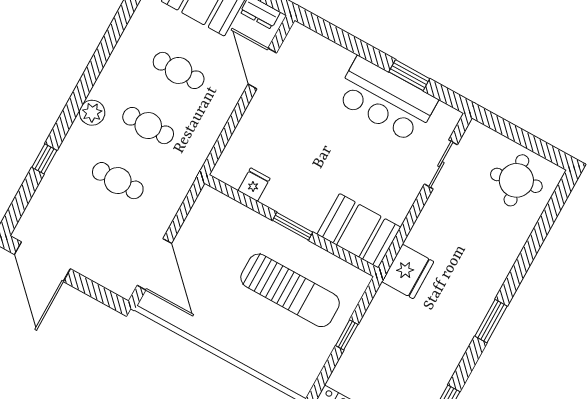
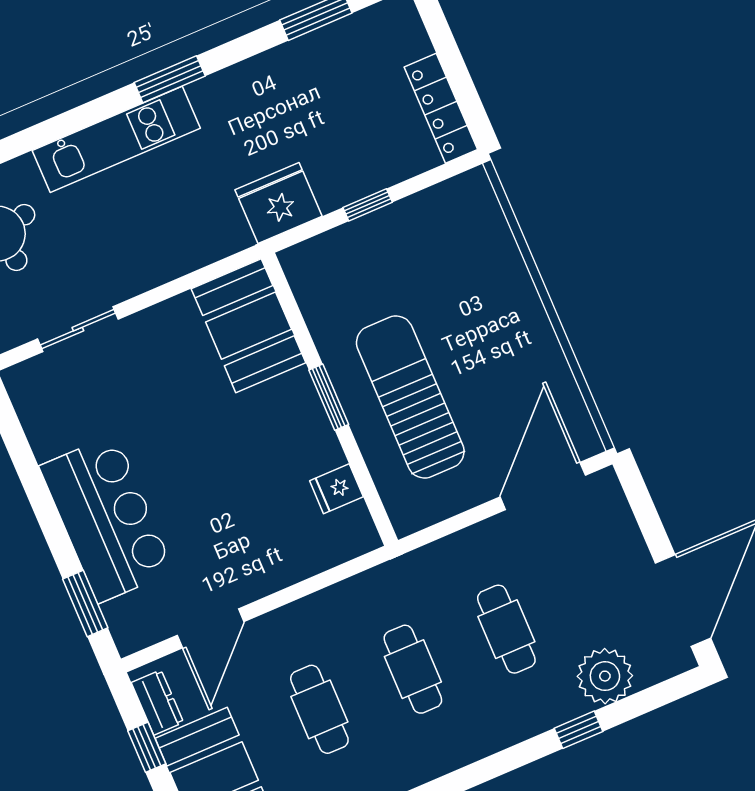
window: (409, 75) -> (85, 603), moved
bar counter: (386, 100) -> (107, 519), moved
plant: (92, 113) -> (605, 676), moved, width x1.36, depth x1.36
kitchen unit: (494, 271) -> (116, 139), added
fridge: (408, 272) -> (278, 203), moved
sun lounger: (290, 290) -> (410, 397), moved

